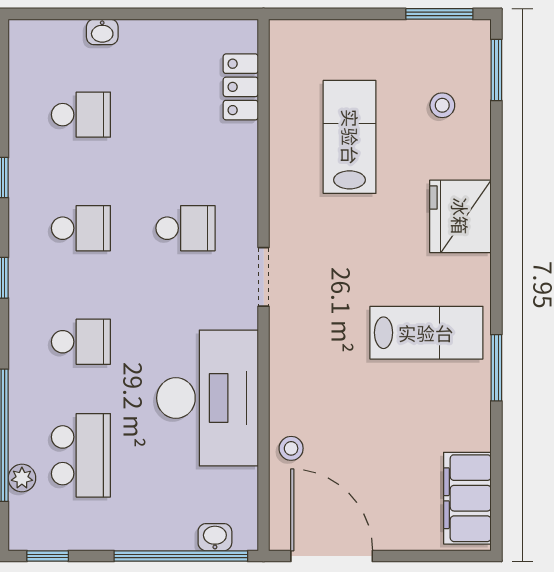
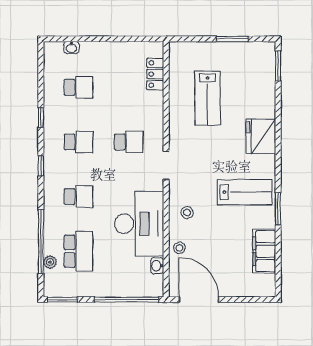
window: (439, 14) -> (232, 39), moved
washbasin: (102, 32) -> (71, 48), moved
stool: (442, 105) -> (187, 213), moved
lab bench: (350, 137) -> (208, 98), turned 180
filing cabinet: (467, 498) -> (264, 251), moved
washbasin: (215, 537) -> (157, 266), moved, turned -90
window: (48, 556) -> (62, 300), width x1.50

